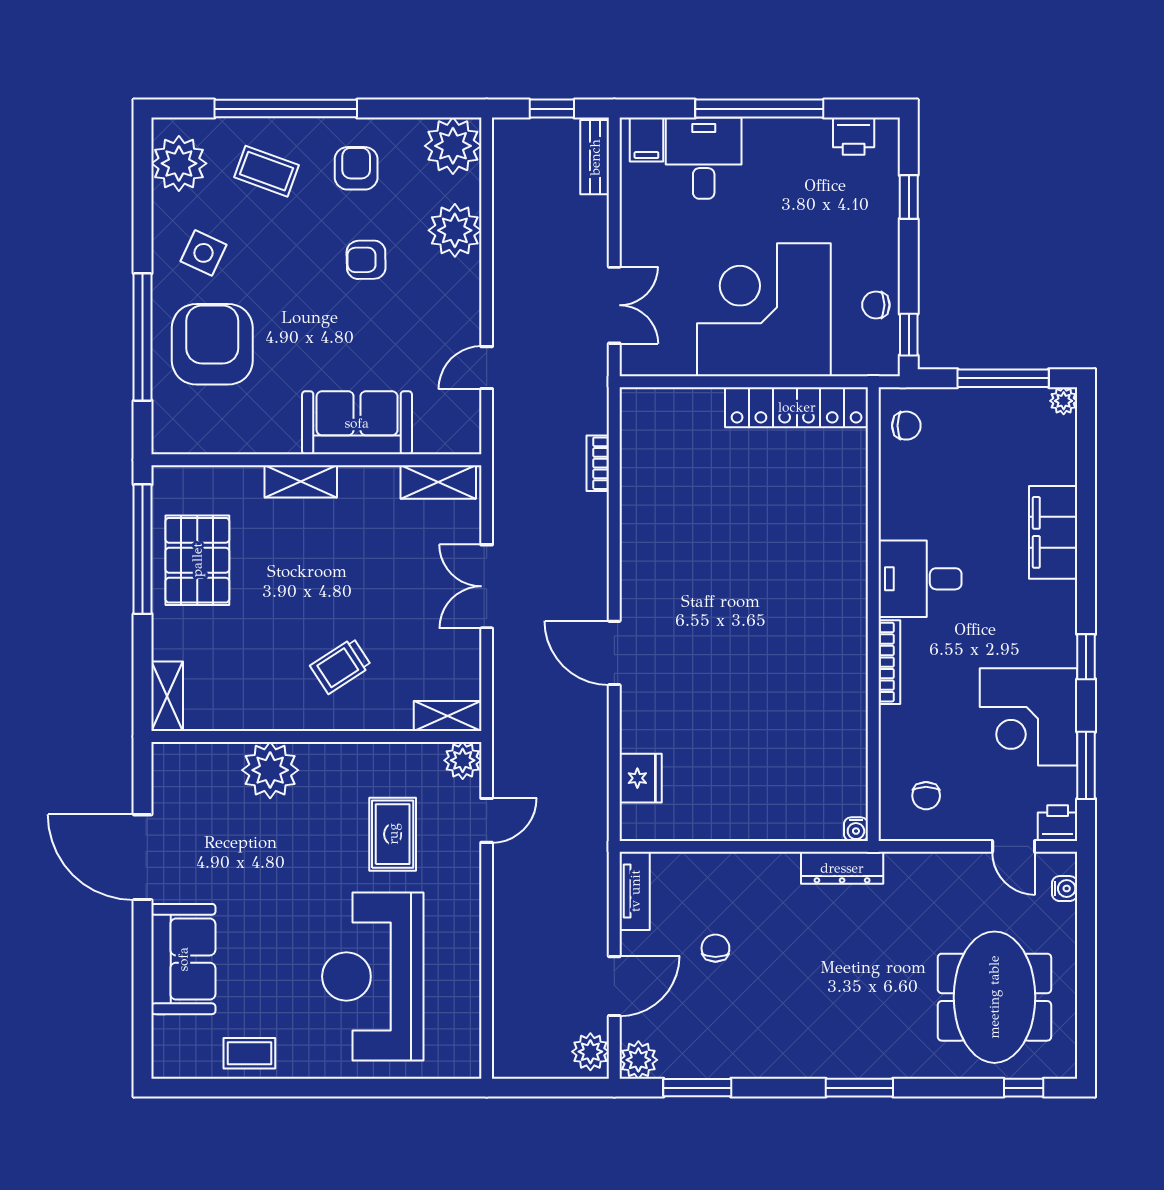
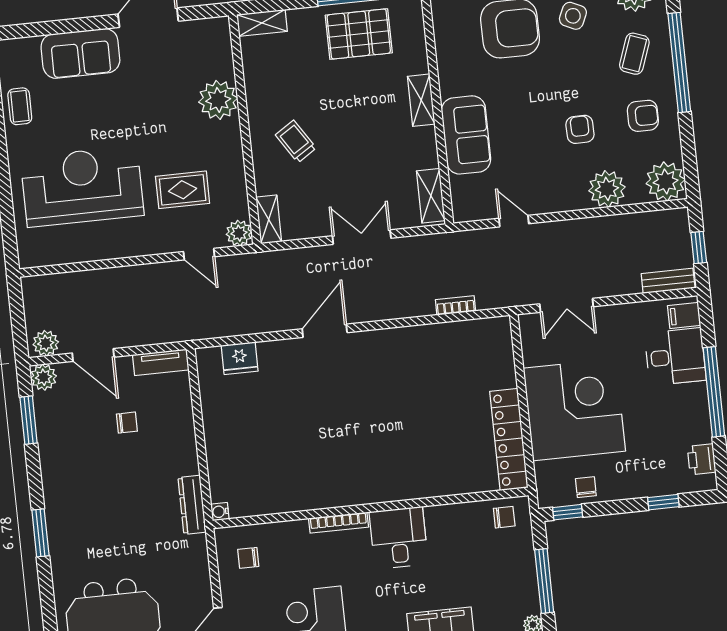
chair: (906, 426) -> (504, 517), turned -90

